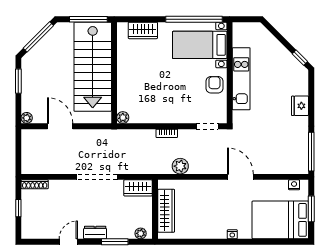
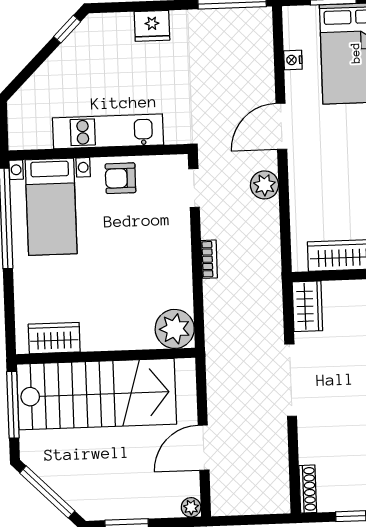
wardrobe: (143, 30) -> (54, 338), moved, turned -90
plant: (123, 117) -> (175, 329), width x1.88, depth x1.88
plant: (180, 166) -> (264, 185), moved
nightstand: (294, 185) -> (293, 60), moved

